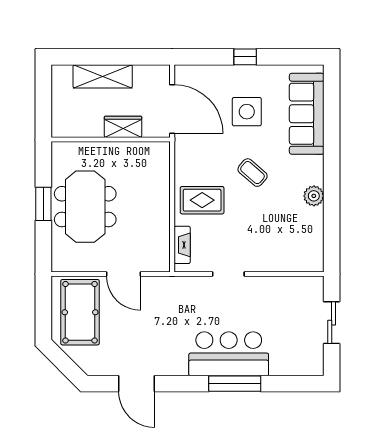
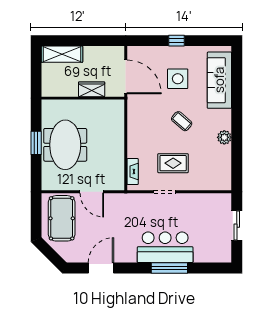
shelving: (103, 76) -> (62, 54), moved
rug: (202, 200) -> (173, 163), moved
door: (137, 384) -> (101, 268), swing flipped

